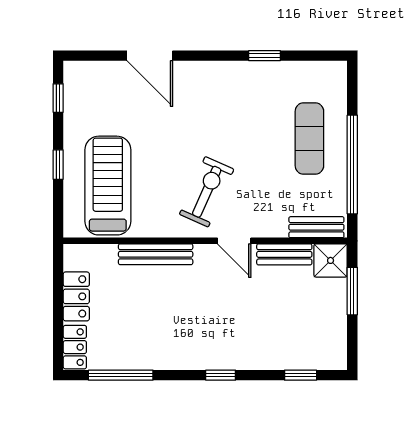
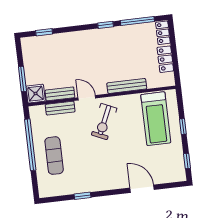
bench: (316, 227) -> (60, 108), moved
window: (221, 375) -> (106, 25), moved

